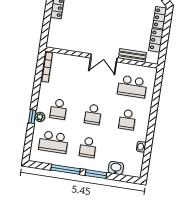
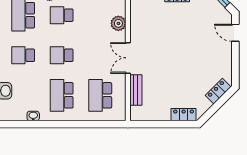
locker: (156, 40) -> (157, 114), removed
plant: (73, 62) -> (118, 23), added
school desk: (127, 120) -> (62, 95), width x1.85

